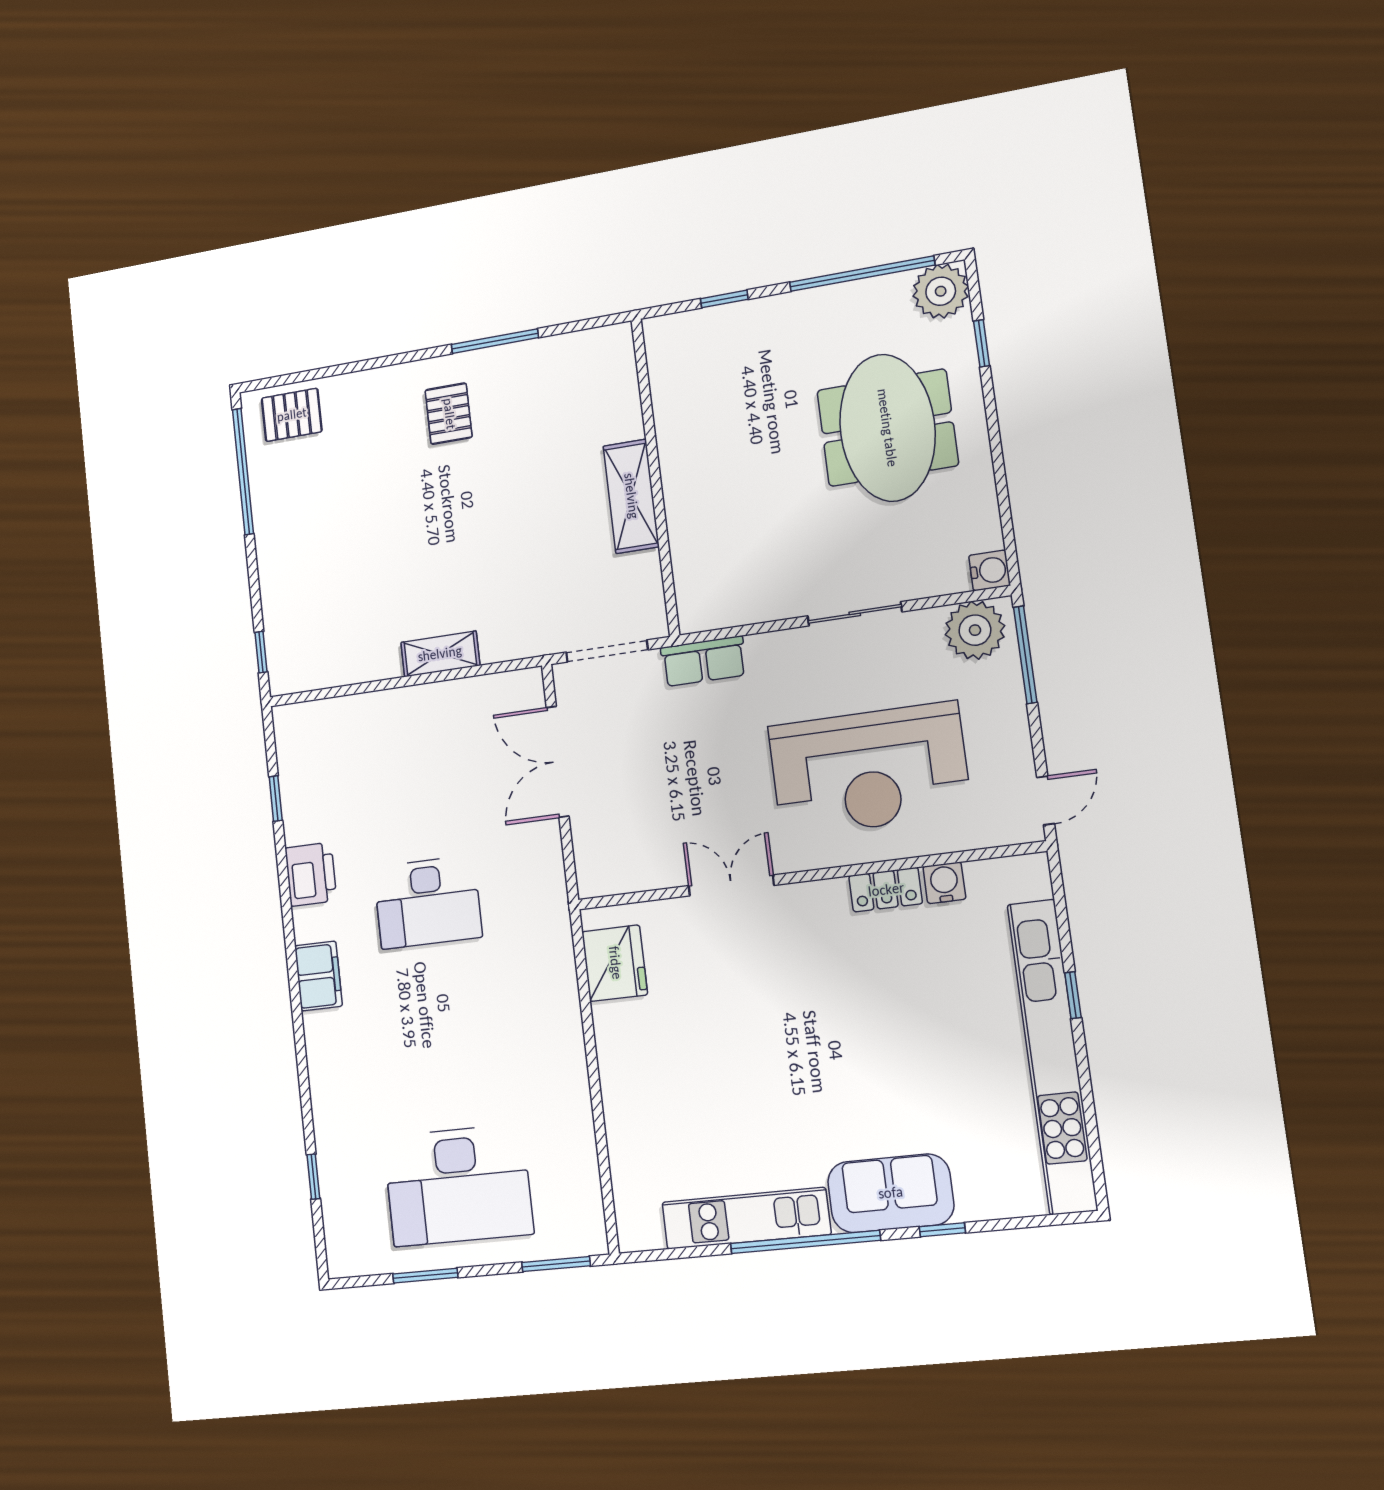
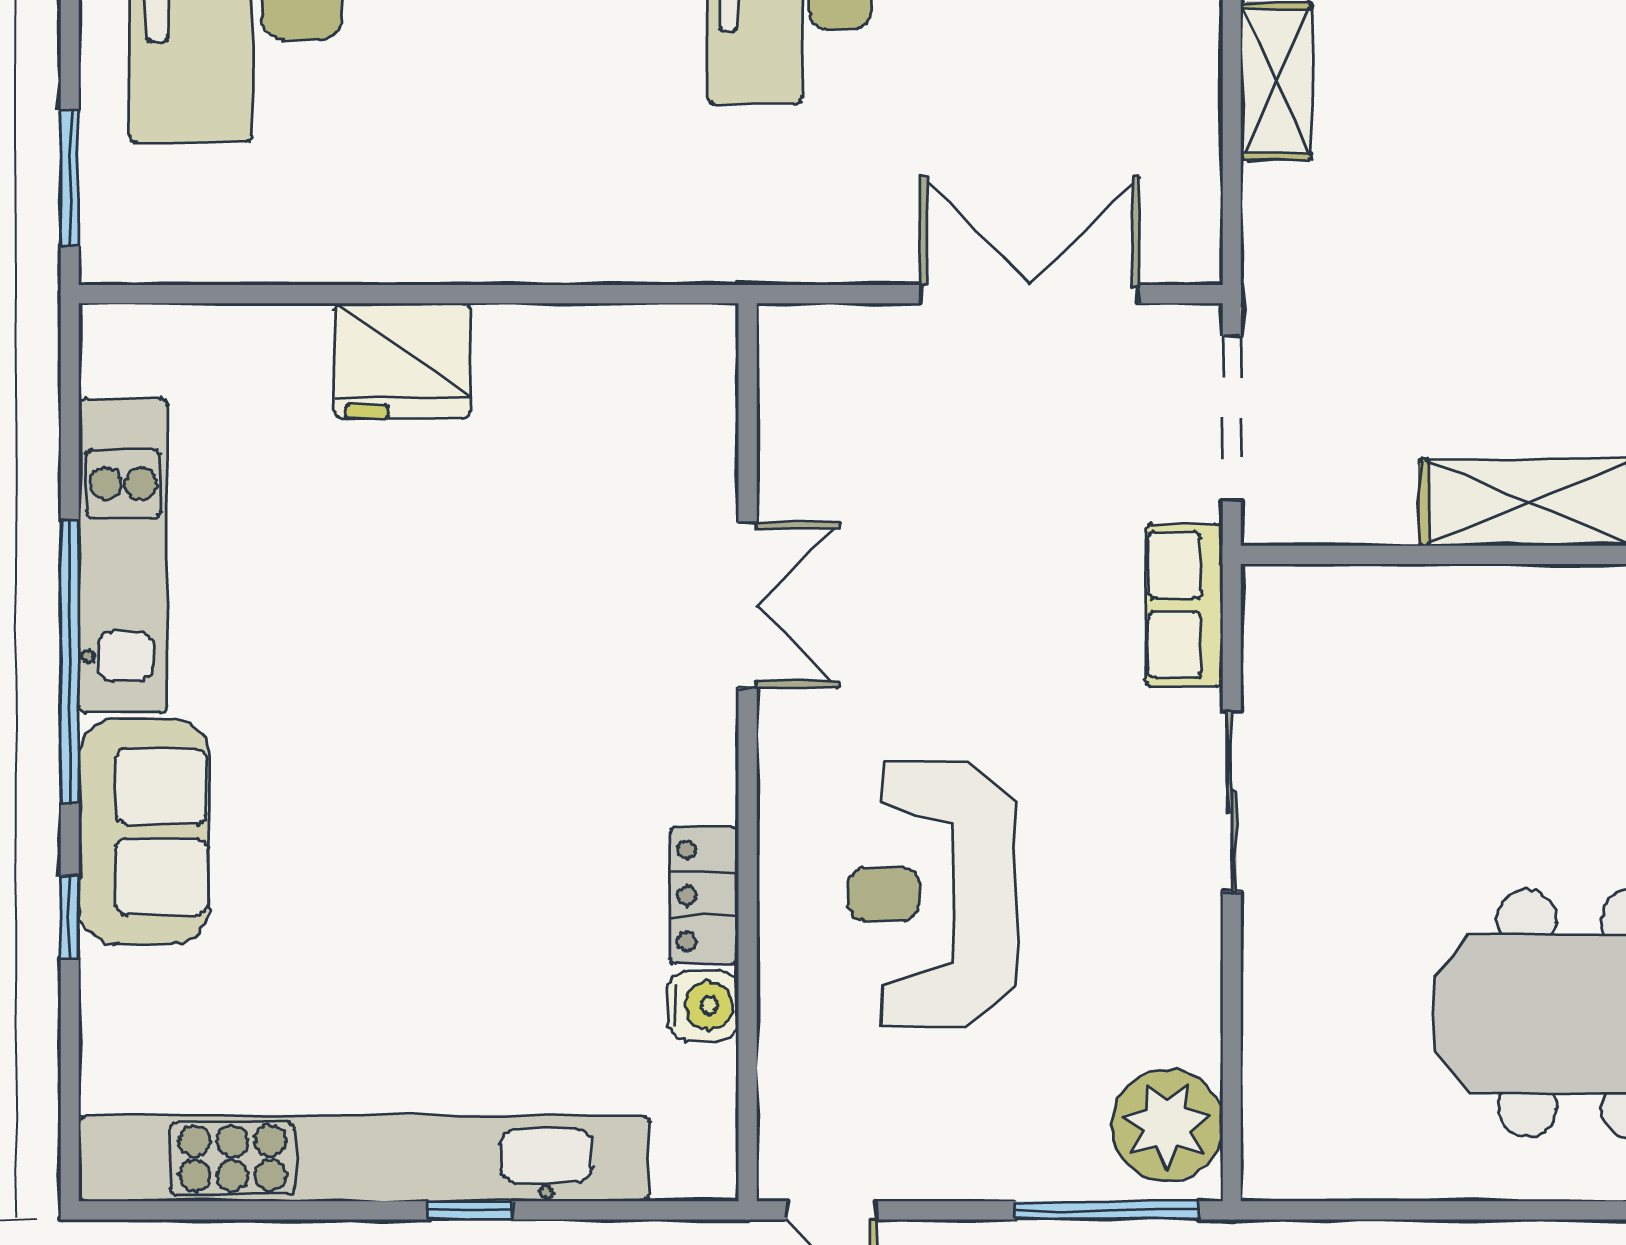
water cooler: (990, 570) -> (1275, 1167), removed
sliding door: (855, 614) -> (1232, 802), moved
reception desk: (869, 770) -> (932, 894), width x0.74, depth x0.77
fridge: (615, 963) -> (402, 361), moved

